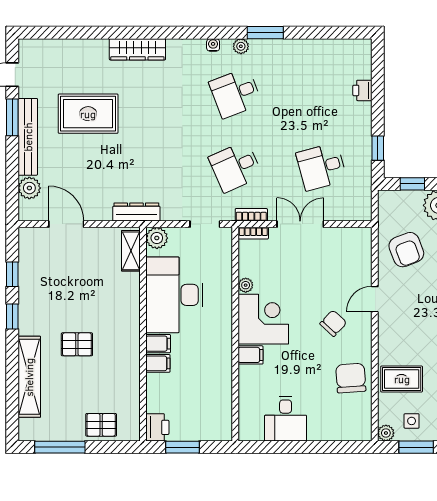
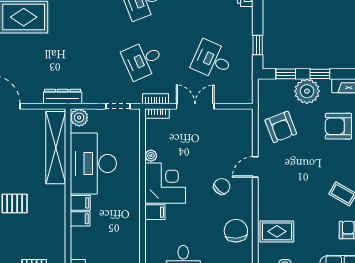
desk: (322, 167) -> (212, 60), turned 39
shelving: (131, 251) -> (56, 148), width x2.20, depth x1.33

